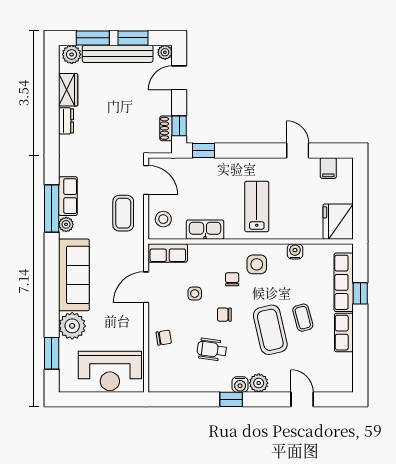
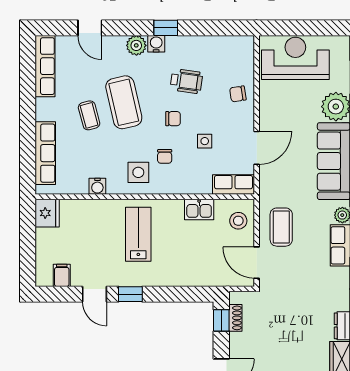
window: (204, 150) -> (130, 294), moved
lab bench: (257, 206) -> (138, 234), turned 180
fridge: (338, 222) -> (47, 213), width x0.73, depth x0.75
kitchen sink: (205, 230) -> (199, 209), width x0.73
window: (360, 293) -> (28, 141), removed
row of seats: (344, 333) -> (45, 66), moved, width x1.48

